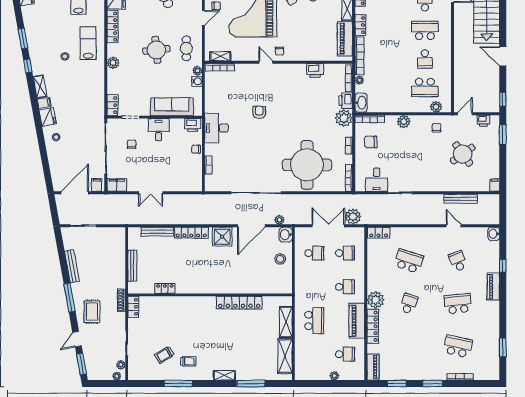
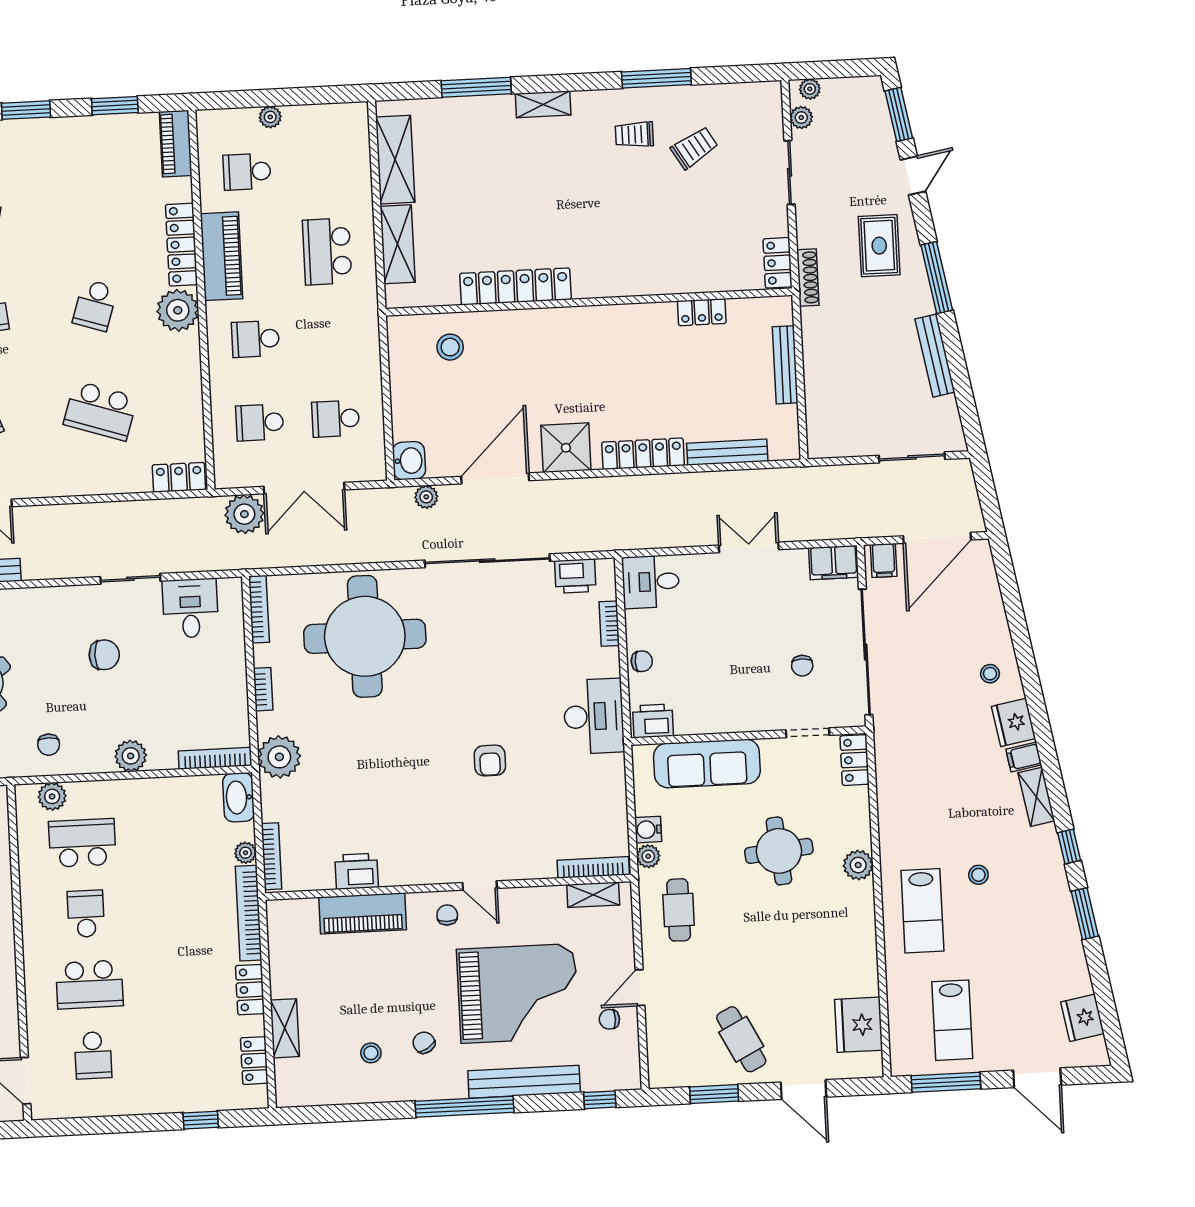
locker: (113, 27) -> (864, 955), removed
piano: (345, 39) -> (363, 913), moved, turned 90
round table: (156, 50) -> (779, 851), moved
printer: (346, 101) -> (575, 576), moved, turned 90
desk: (159, 130) -> (651, 582), moved, turned 90
chair: (371, 142) -> (104, 655), moved
stool: (280, 259) -> (450, 347), moved

